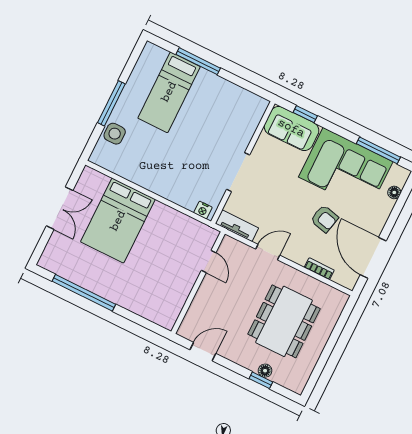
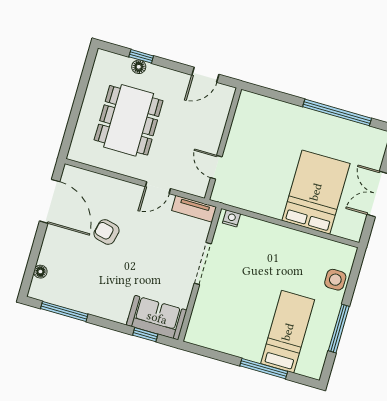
window: (111, 103) -> (339, 328), moved
corner sofa: (346, 169) -> (94, 286), removed
bookcase: (319, 269) -> (103, 180), removed

